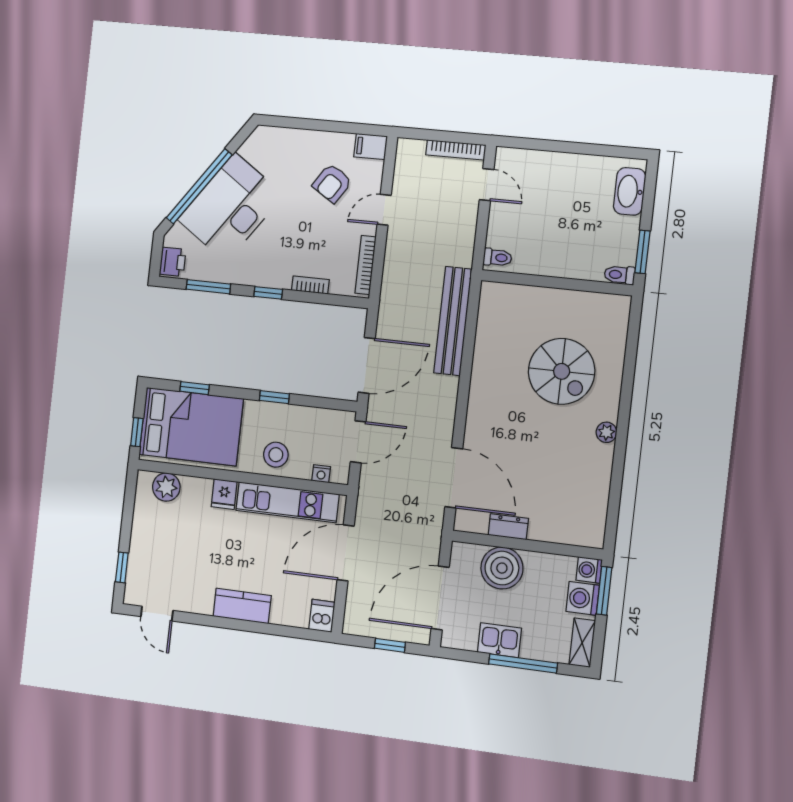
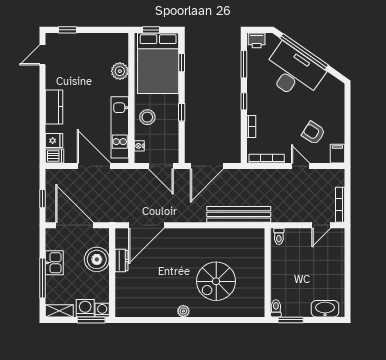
door: (367, 365) -> (207, 166), hinge flipped
plant: (166, 487) -> (120, 71), moved
fridge: (224, 494) -> (54, 141), moved, turned 180

